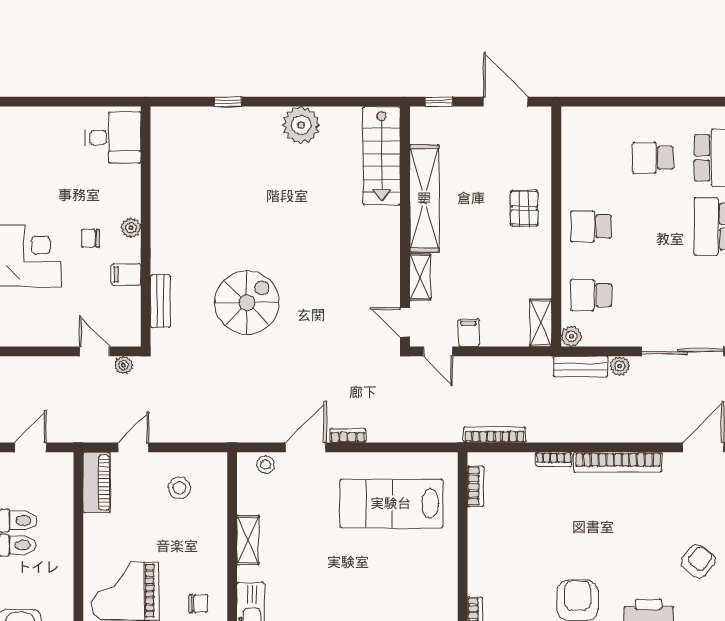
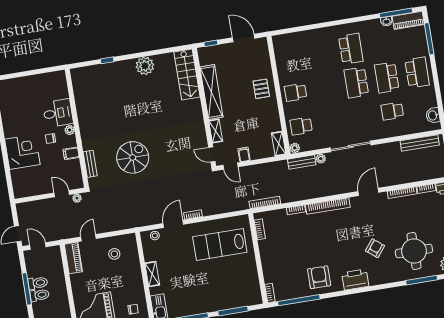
desk: (113, 137) -> (58, 113), moved
school desk: (653, 158) -> (320, 54), removed
door: (30, 447) -> (38, 246), hinge flipped

